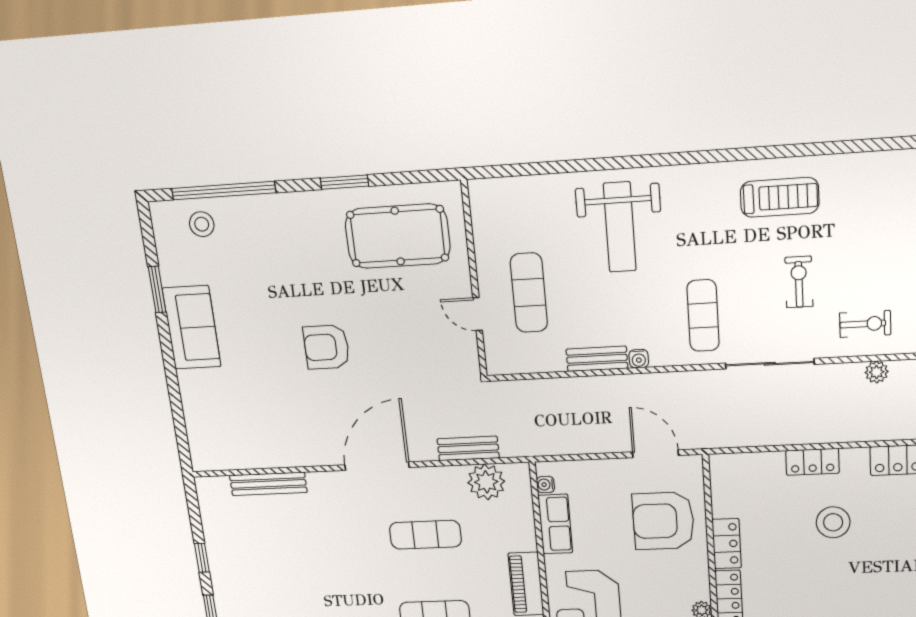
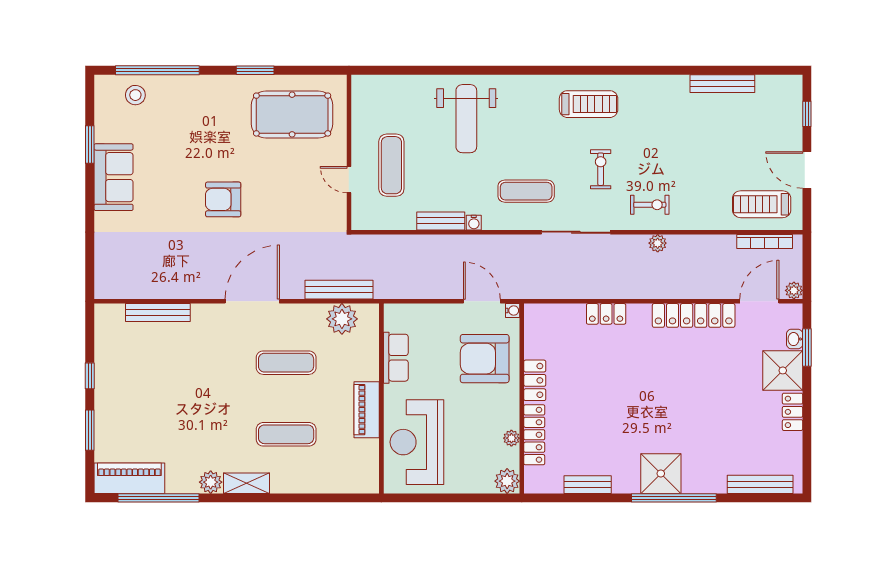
exercise mat: (703, 316) -> (526, 191), turned 90
bench: (468, 448) -> (339, 290), width x1.36
water cooler: (545, 485) -> (513, 310), moved, turned 180
stool: (833, 522) -> (621, 365), removed

